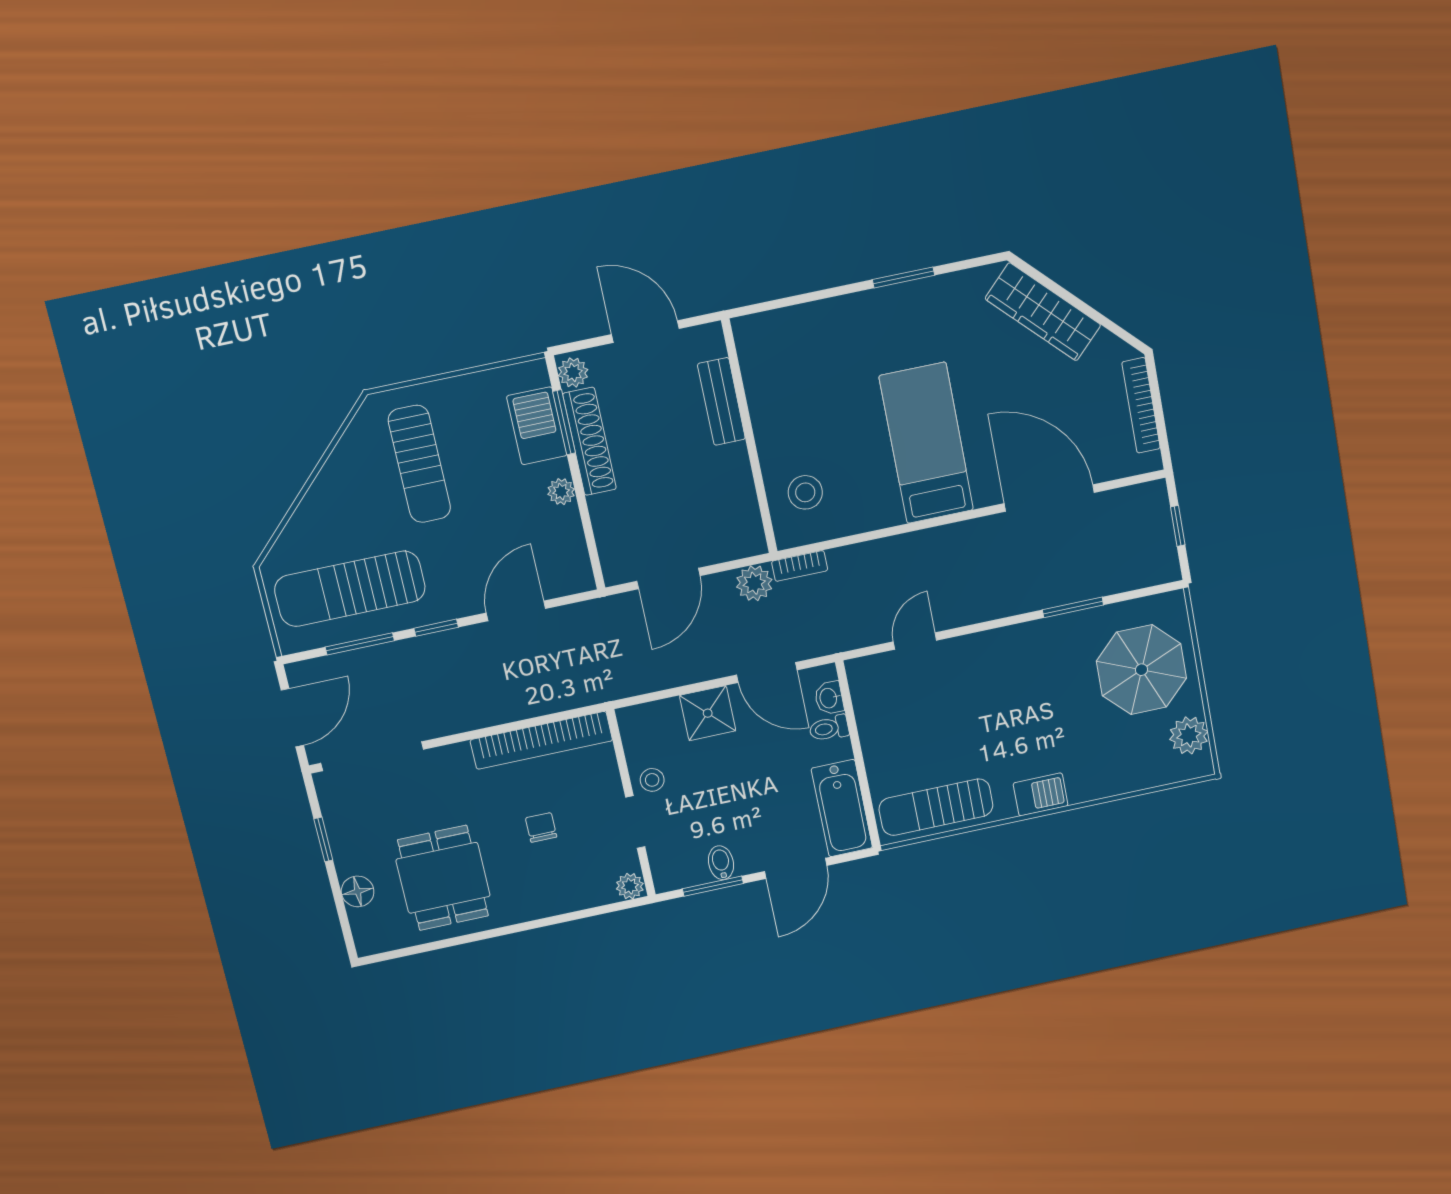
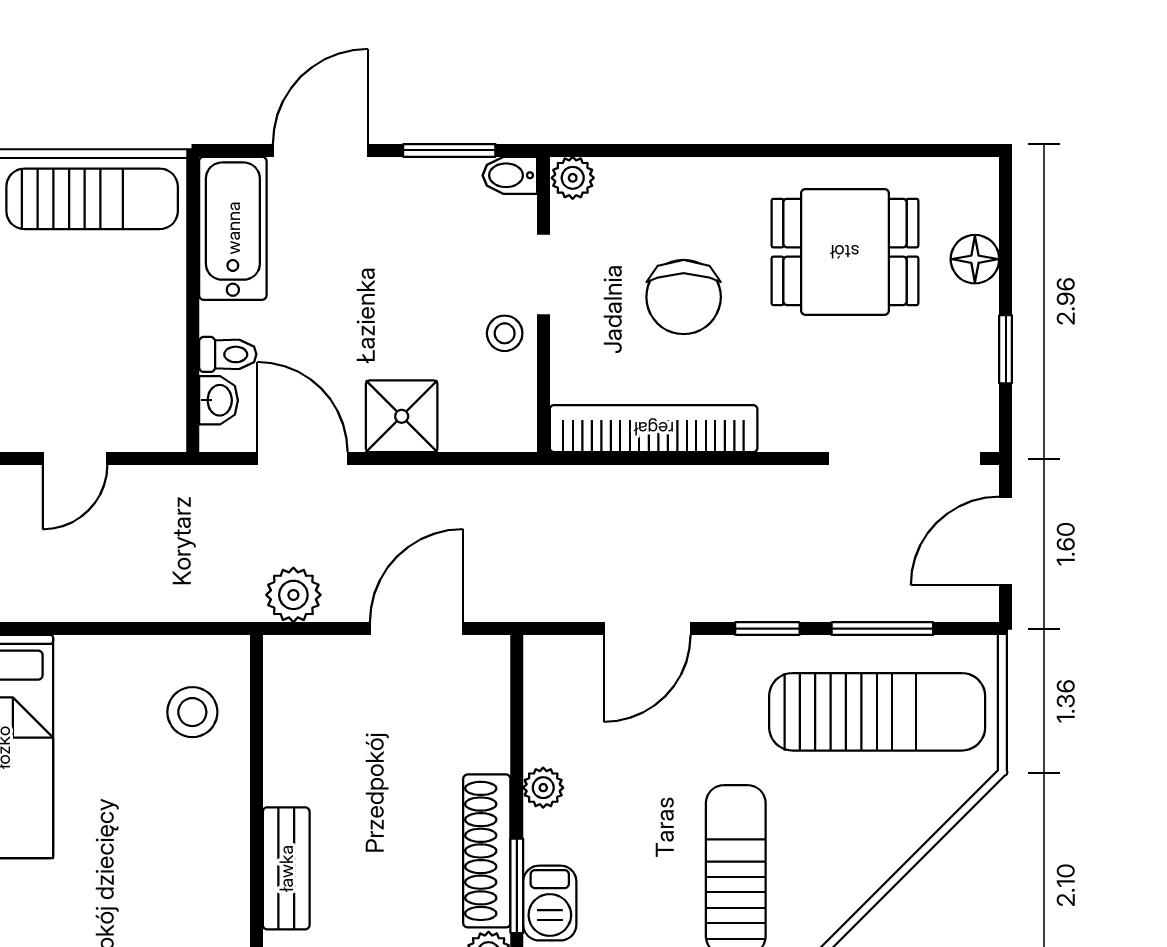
barbecue: (537, 426) -> (550, 903), width x0.73, depth x0.79
bookcase: (800, 566) -> (222, 606), removed
chair: (541, 827) -> (684, 297), width x1.87, depth x1.87
bidet: (721, 863) -> (510, 175), moved, turned 90
dining table: (443, 878) -> (845, 252), turned 90

